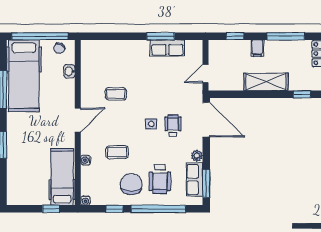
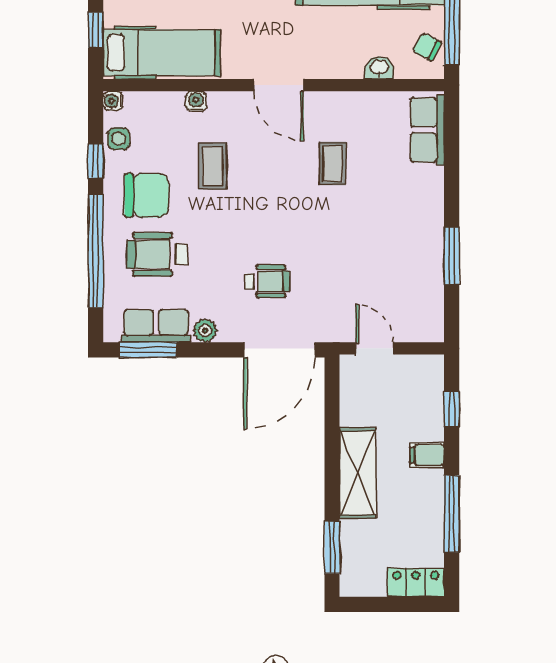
row of seats: (167, 48) -> (427, 130), moved
window: (302, 94) -> (332, 547), width x1.50
side table: (151, 124) -> (119, 139), moved

